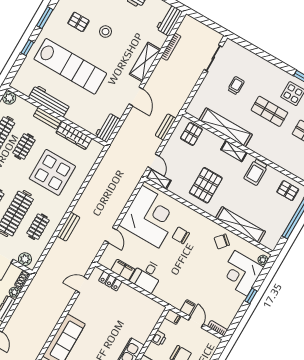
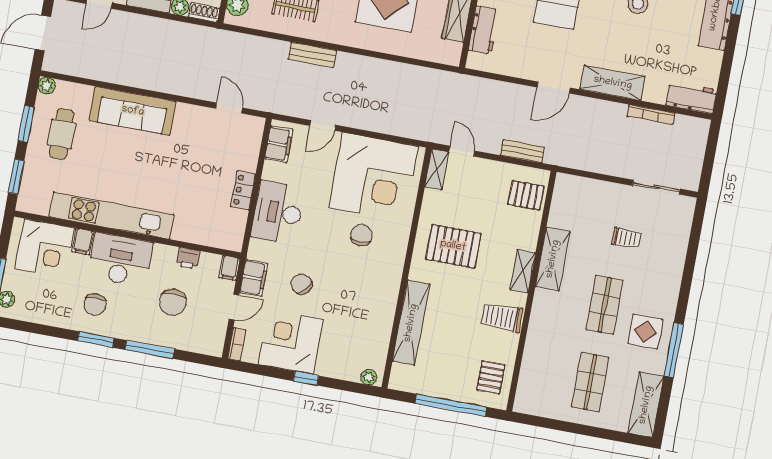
workbench: (108, 127) -> (484, 30), moved, turned 90
shelving: (226, 127) -> (553, 259), width x0.68
door: (153, 161) -> (462, 151), swing flipped
chair: (222, 241) -> (302, 284), moved
filing cabinet: (123, 270) -> (279, 144), moved
corner desk: (241, 273) -> (291, 342), moved
desk: (147, 276) -> (278, 212), width x1.37
locker: (110, 281) -> (243, 190), moved
filing cabinet: (188, 308) -> (254, 278), width x2.00

